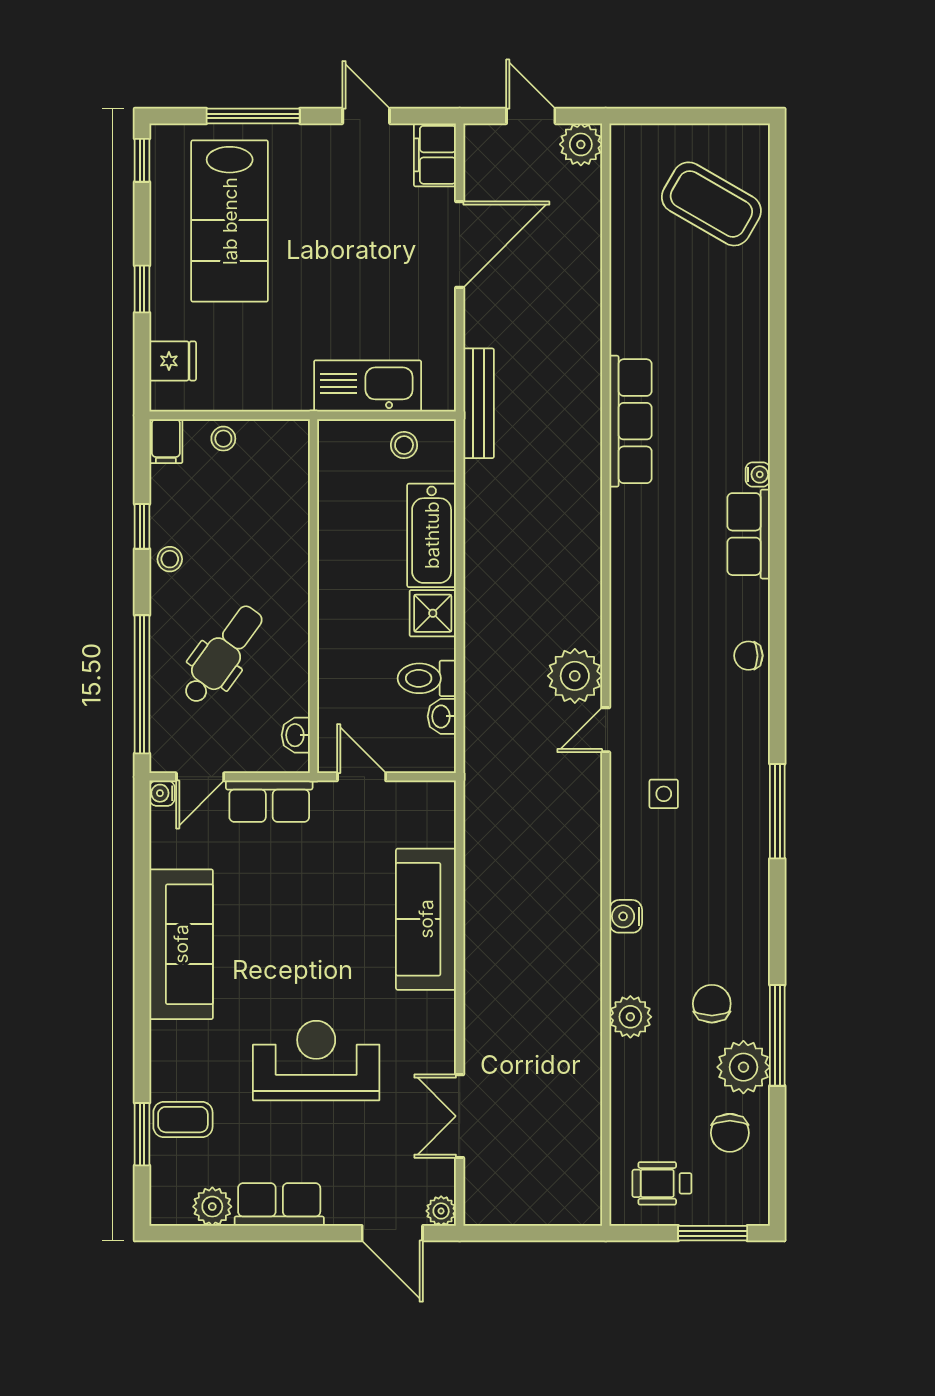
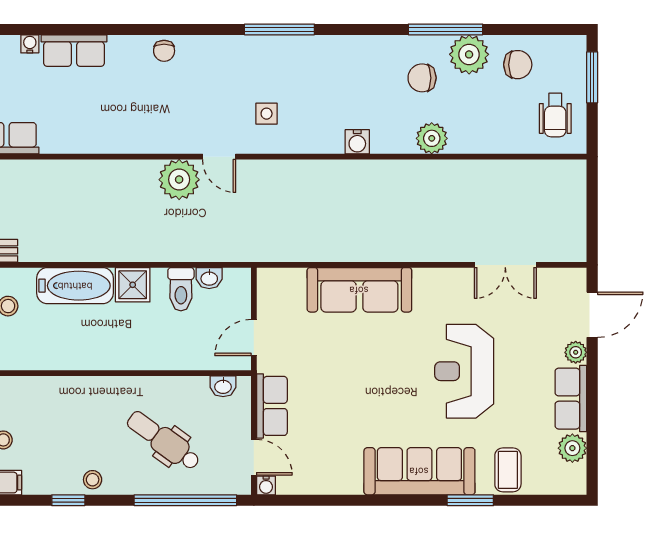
sofa: (181, 944) -> (419, 471), moved
window: (142, 1134) -> (470, 500), moved
plant: (441, 1211) -> (576, 352), moved

